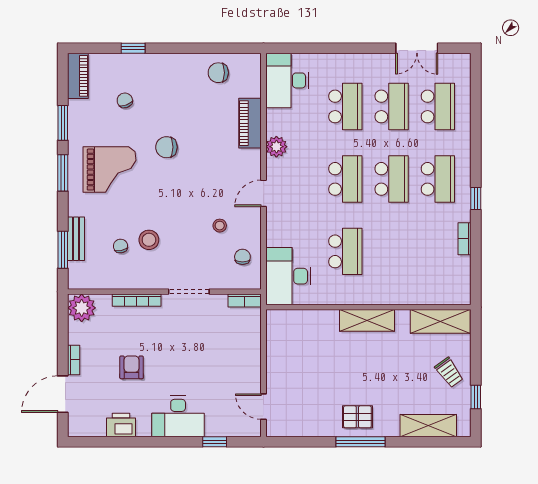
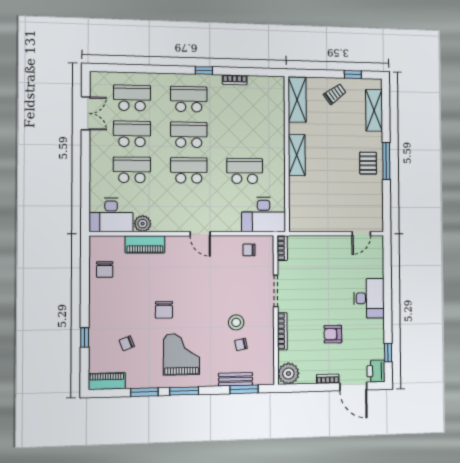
plant: (276, 147) -> (143, 224), moved
stool: (220, 226) -> (225, 268), removed
printer: (121, 425) -> (376, 371), moved
window: (215, 442) -> (388, 353), moved

